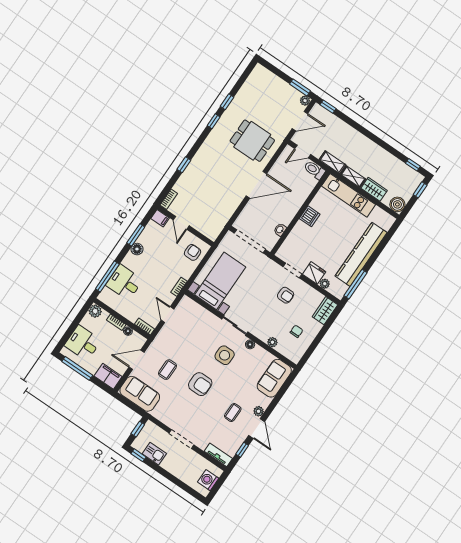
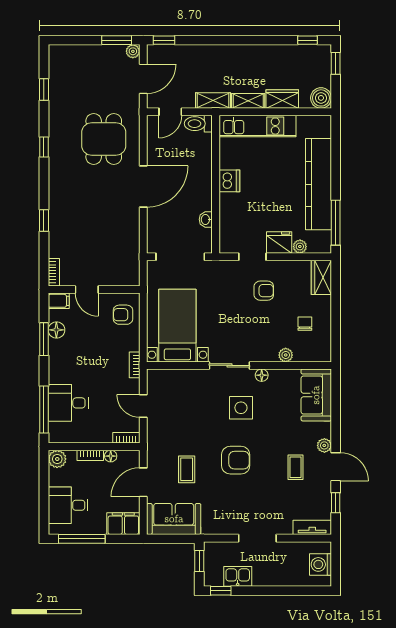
window: (227, 102) -> (44, 90), moved
dining table: (252, 141) -> (104, 139), turned 90
floor lamp: (137, 249) -> (56, 330), moved
armchair: (193, 252) -> (123, 315), turned -90

